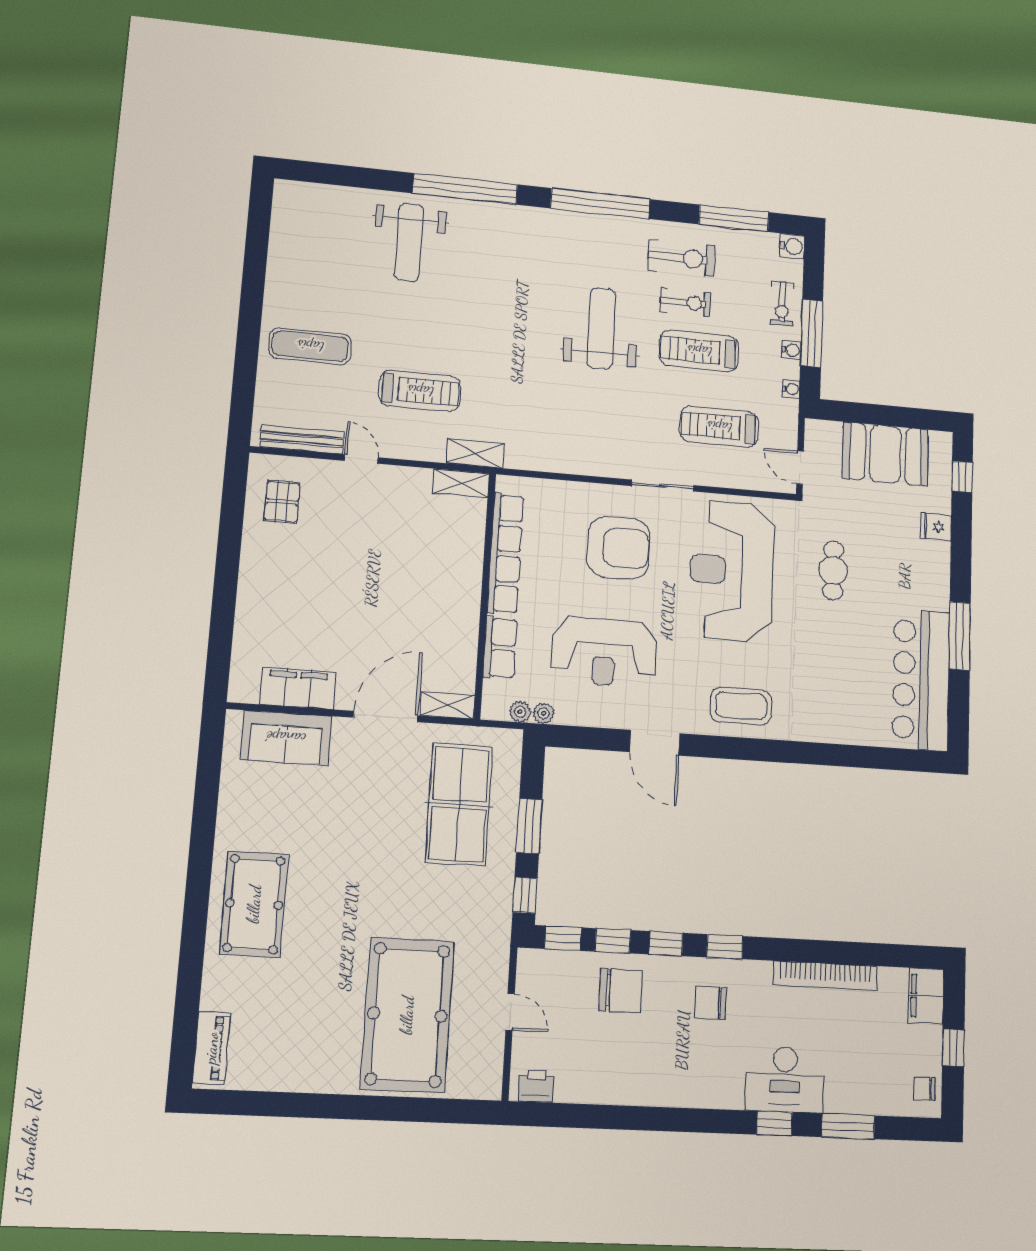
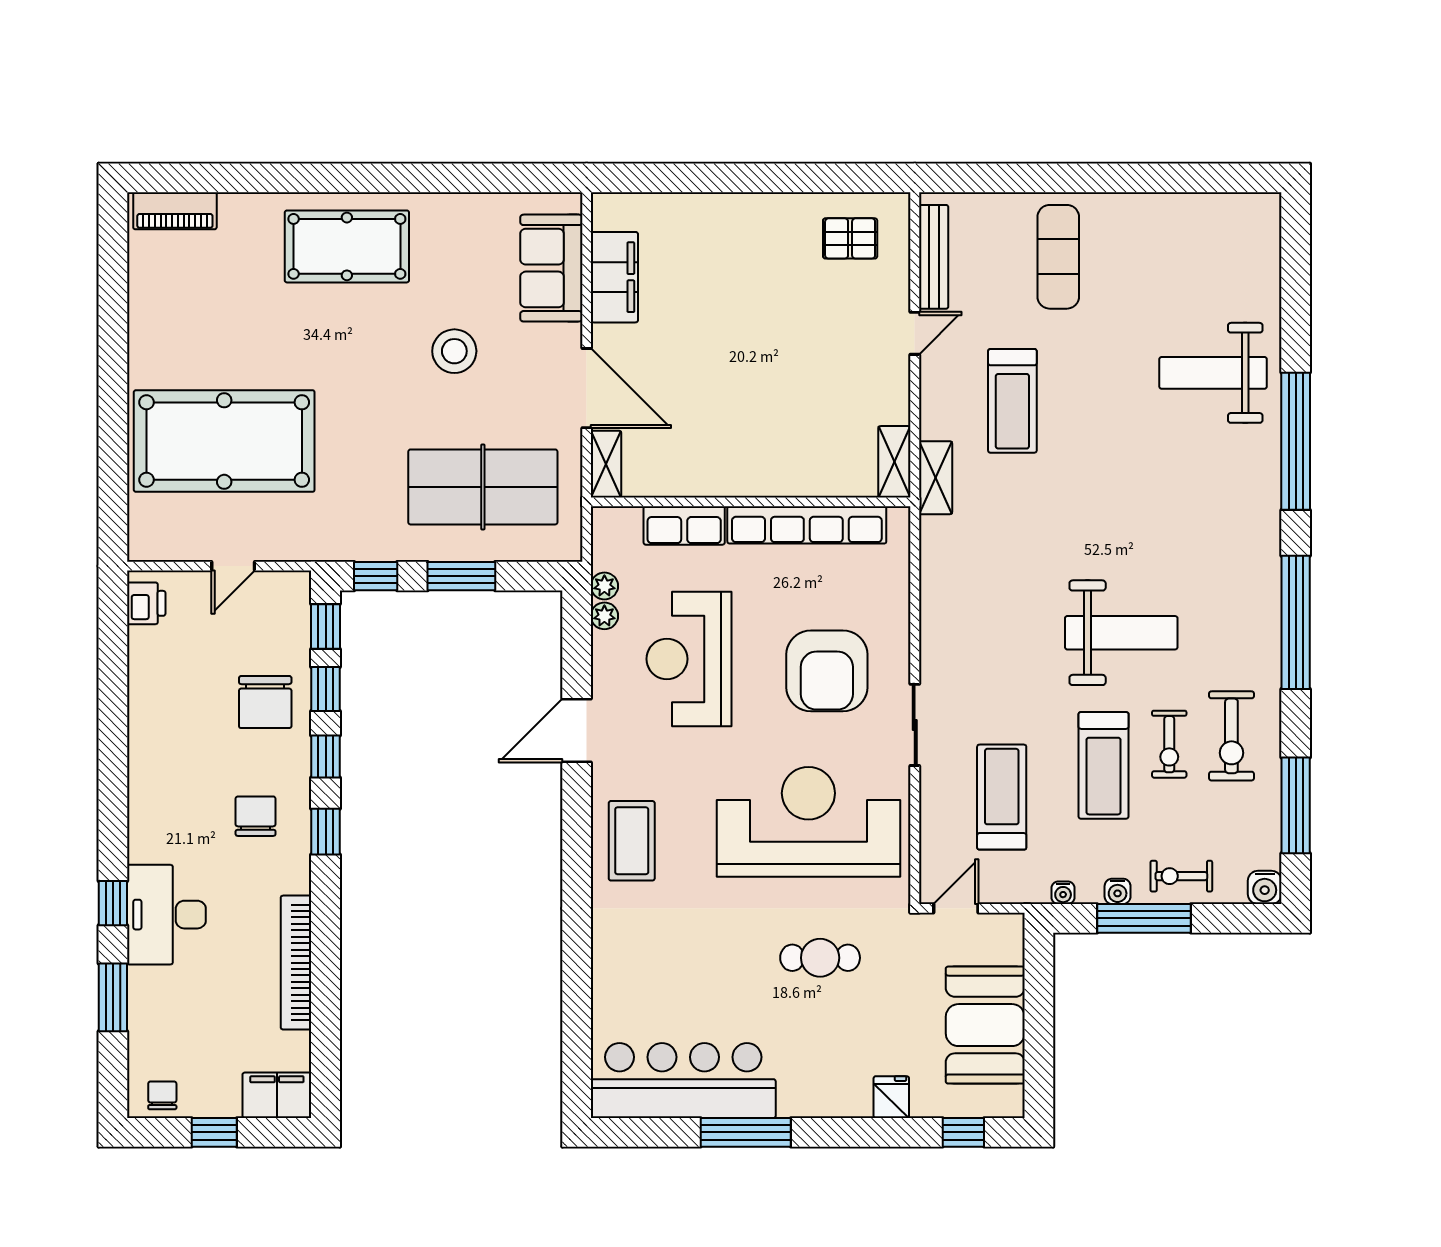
treadmill: (699, 351) -> (1104, 765), turned 180
plant: (520, 712) -> (604, 616), moved
stool: (348, 821) -> (454, 351), added

